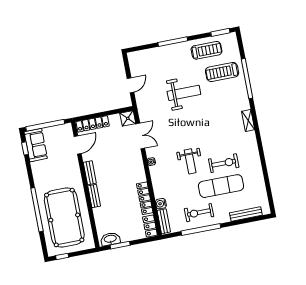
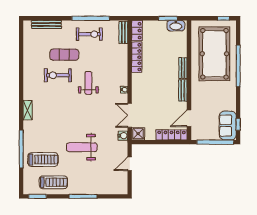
treadmill: (207, 50) -> (53, 182), turned 180
exercise mat: (221, 186) -> (64, 55), width x0.73, depth x0.69
water cooler: (161, 204) -> (123, 136), moved

